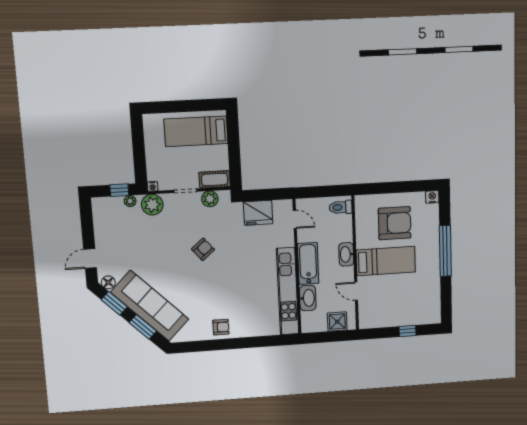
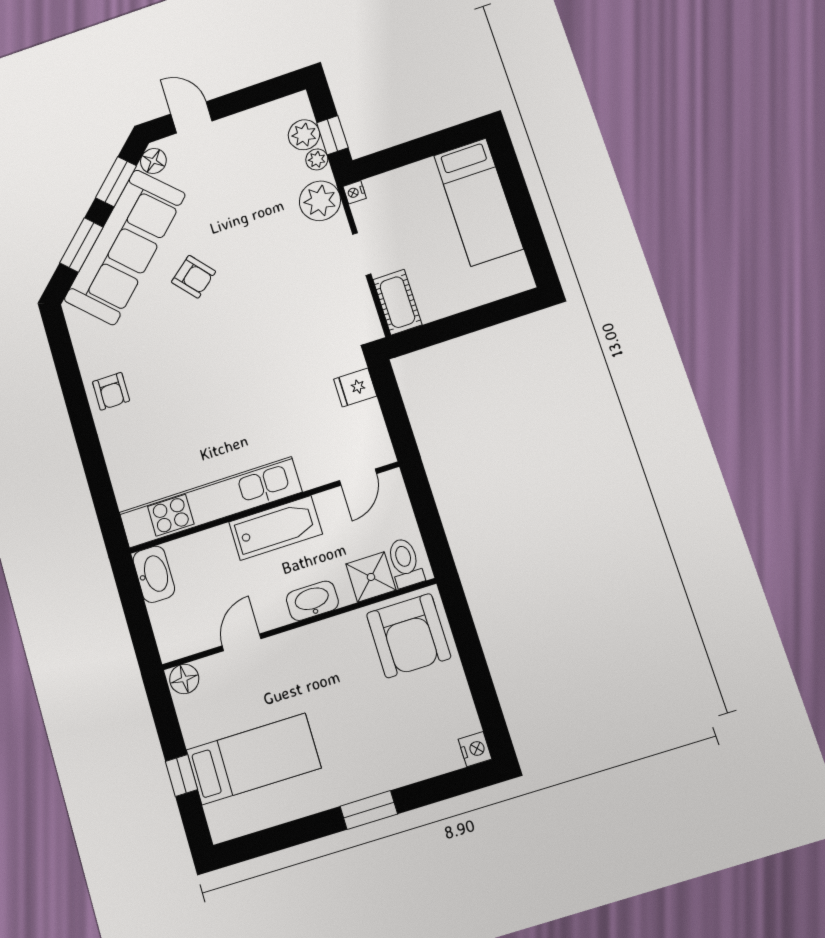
bed: (196, 131) -> (478, 202), moved, turned 180
plant: (210, 199) -> (304, 135), moved
fridge: (258, 213) -> (355, 387), width x0.53, depth x0.75
armchair: (395, 223) -> (409, 636), moved
armchair: (203, 249) -> (194, 277), moved
window: (445, 251) -> (369, 810), width x0.47
bed: (386, 261) -> (254, 759), moved, turned -90
washbasin: (308, 298) -> (154, 574), moved, turned -90
floor lamp: (365, 321) -> (184, 679), added
shower: (337, 322) -> (371, 577), moved

